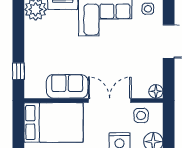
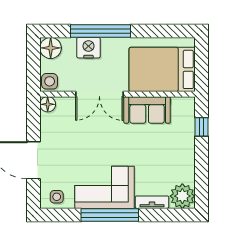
side table: (141, 115) -> (50, 81), moved

